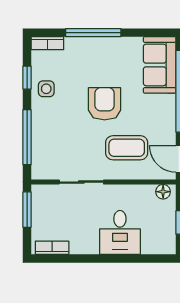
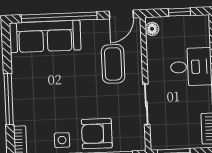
sofa: (160, 65) -> (45, 36), width x1.36
armchair: (105, 104) -> (97, 134), moved

